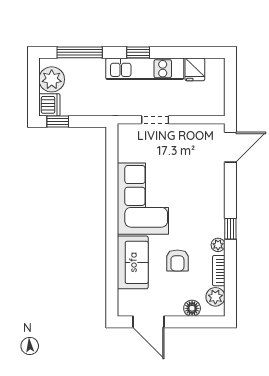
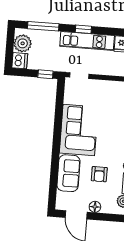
doorway: (155, 120) -> (79, 76), moved
window: (58, 122) -> (45, 74), moved
floor lamp: (192, 308) -> (95, 207), moved

